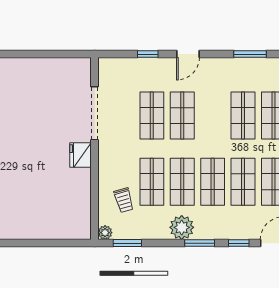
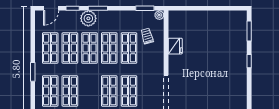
fridge: (81, 155) -> (175, 46), moved
plant: (182, 227) -> (88, 18), moved

